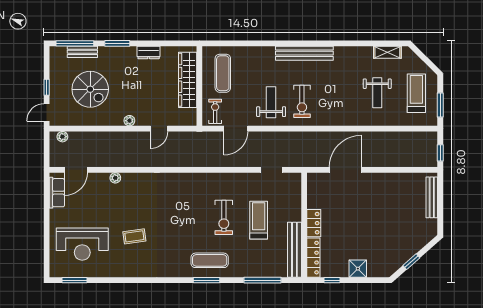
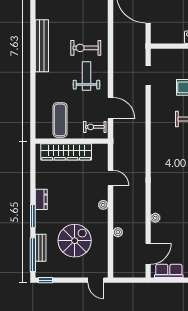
dresser: (149, 52) -> (41, 199), moved
exercise mat: (223, 73) -> (60, 120), turned 90
window: (47, 87) -> (46, 280), moved
exercise bike: (302, 101) -> (86, 48), turned 180
weight bench: (271, 102) -> (86, 76), turned 90
plant: (62, 137) -> (118, 232), moved
door: (76, 170) -> (148, 254), hinge flipped

